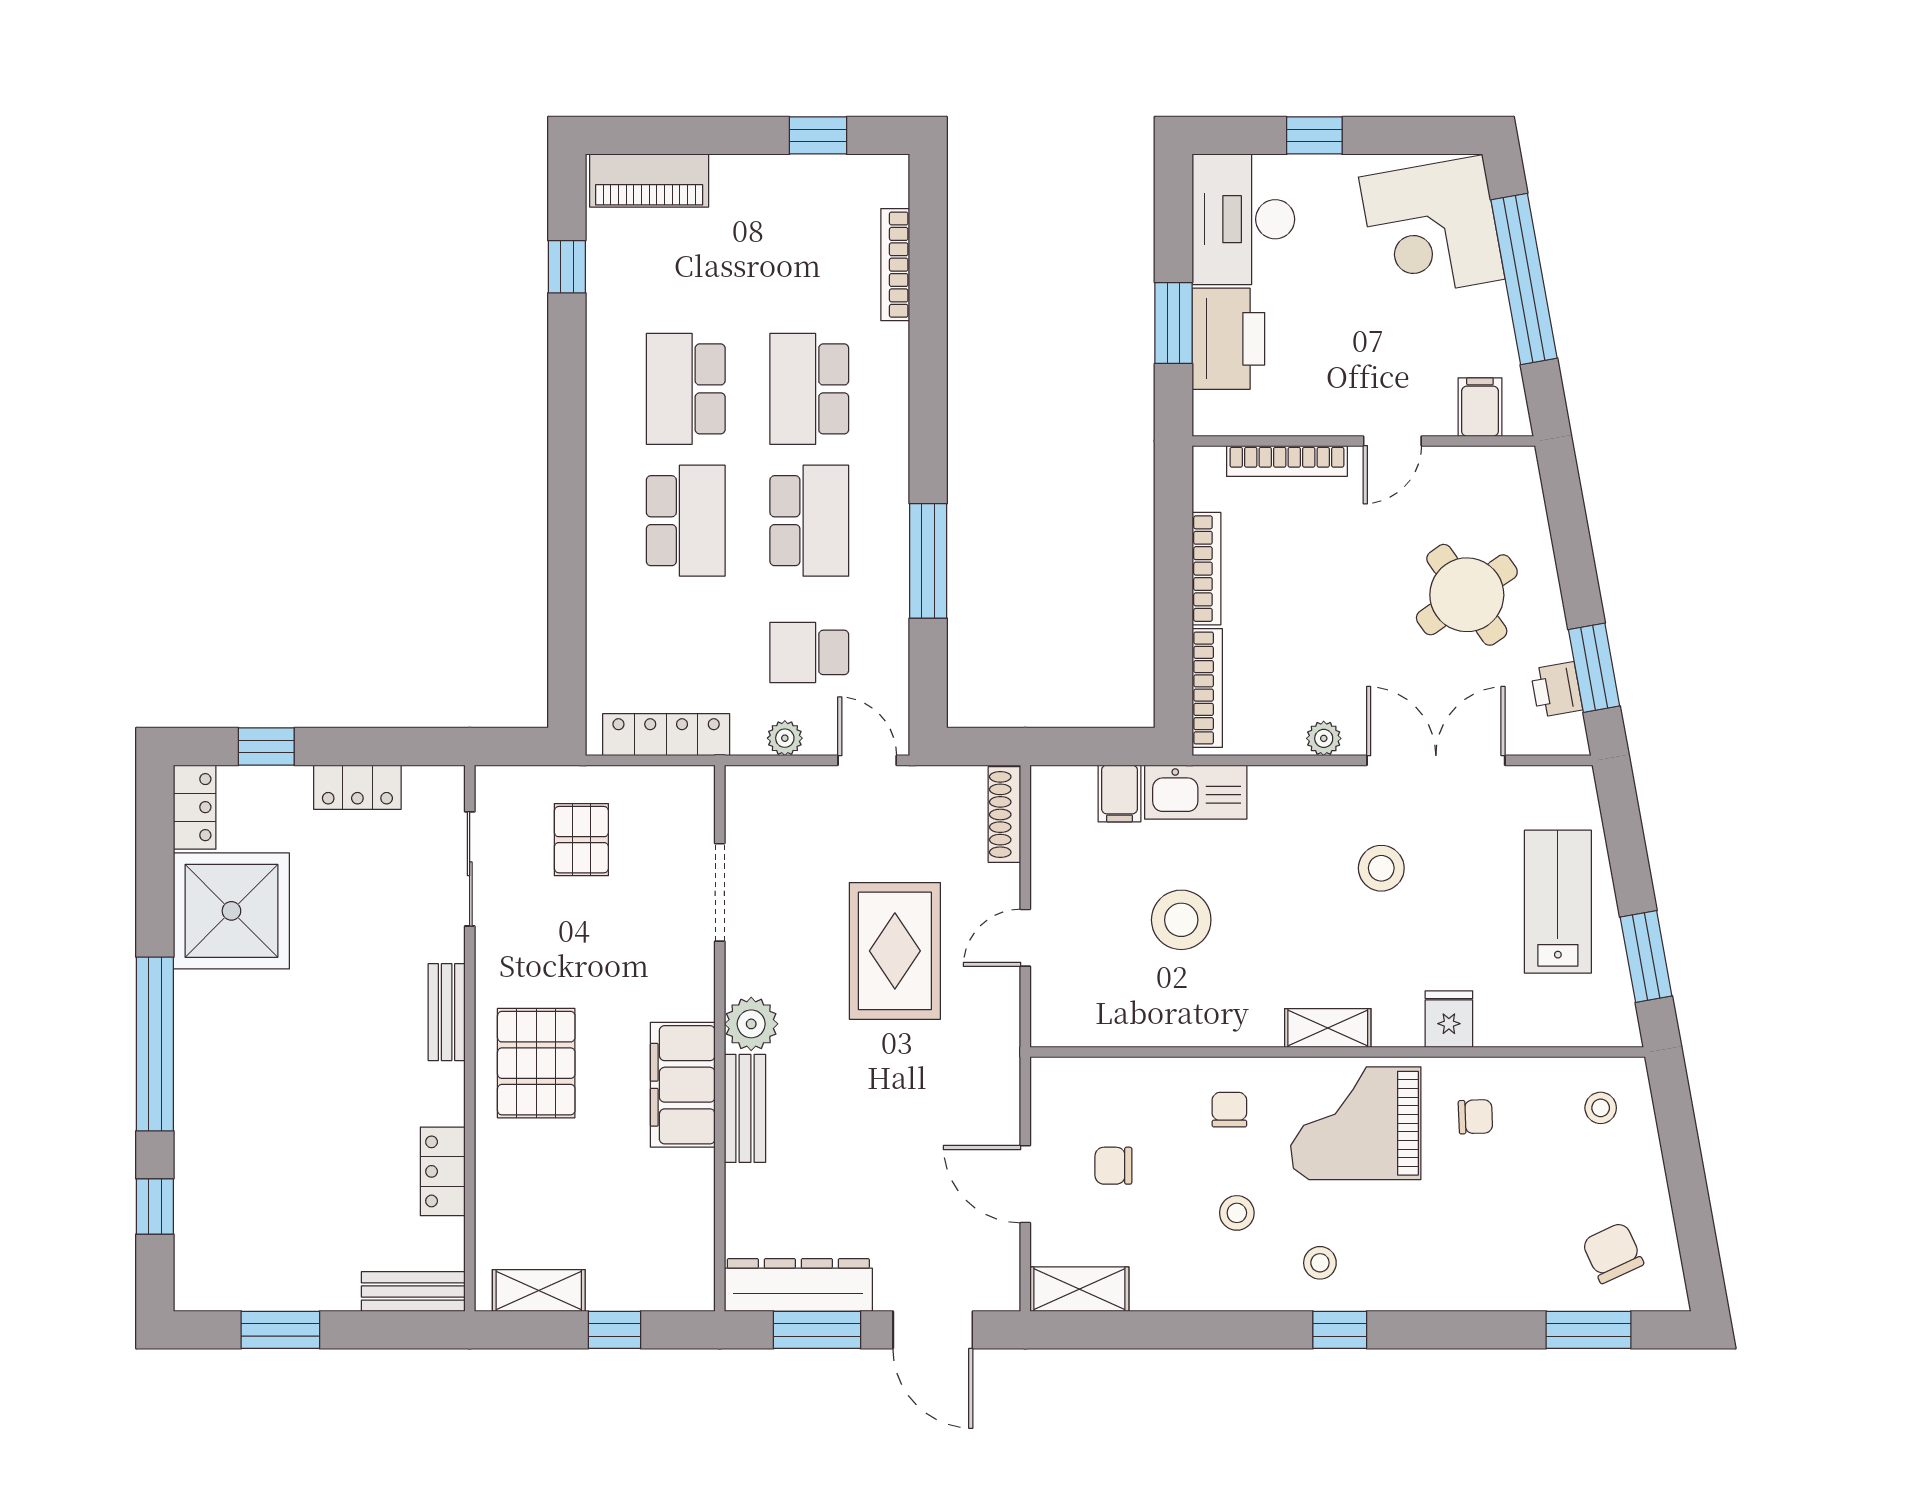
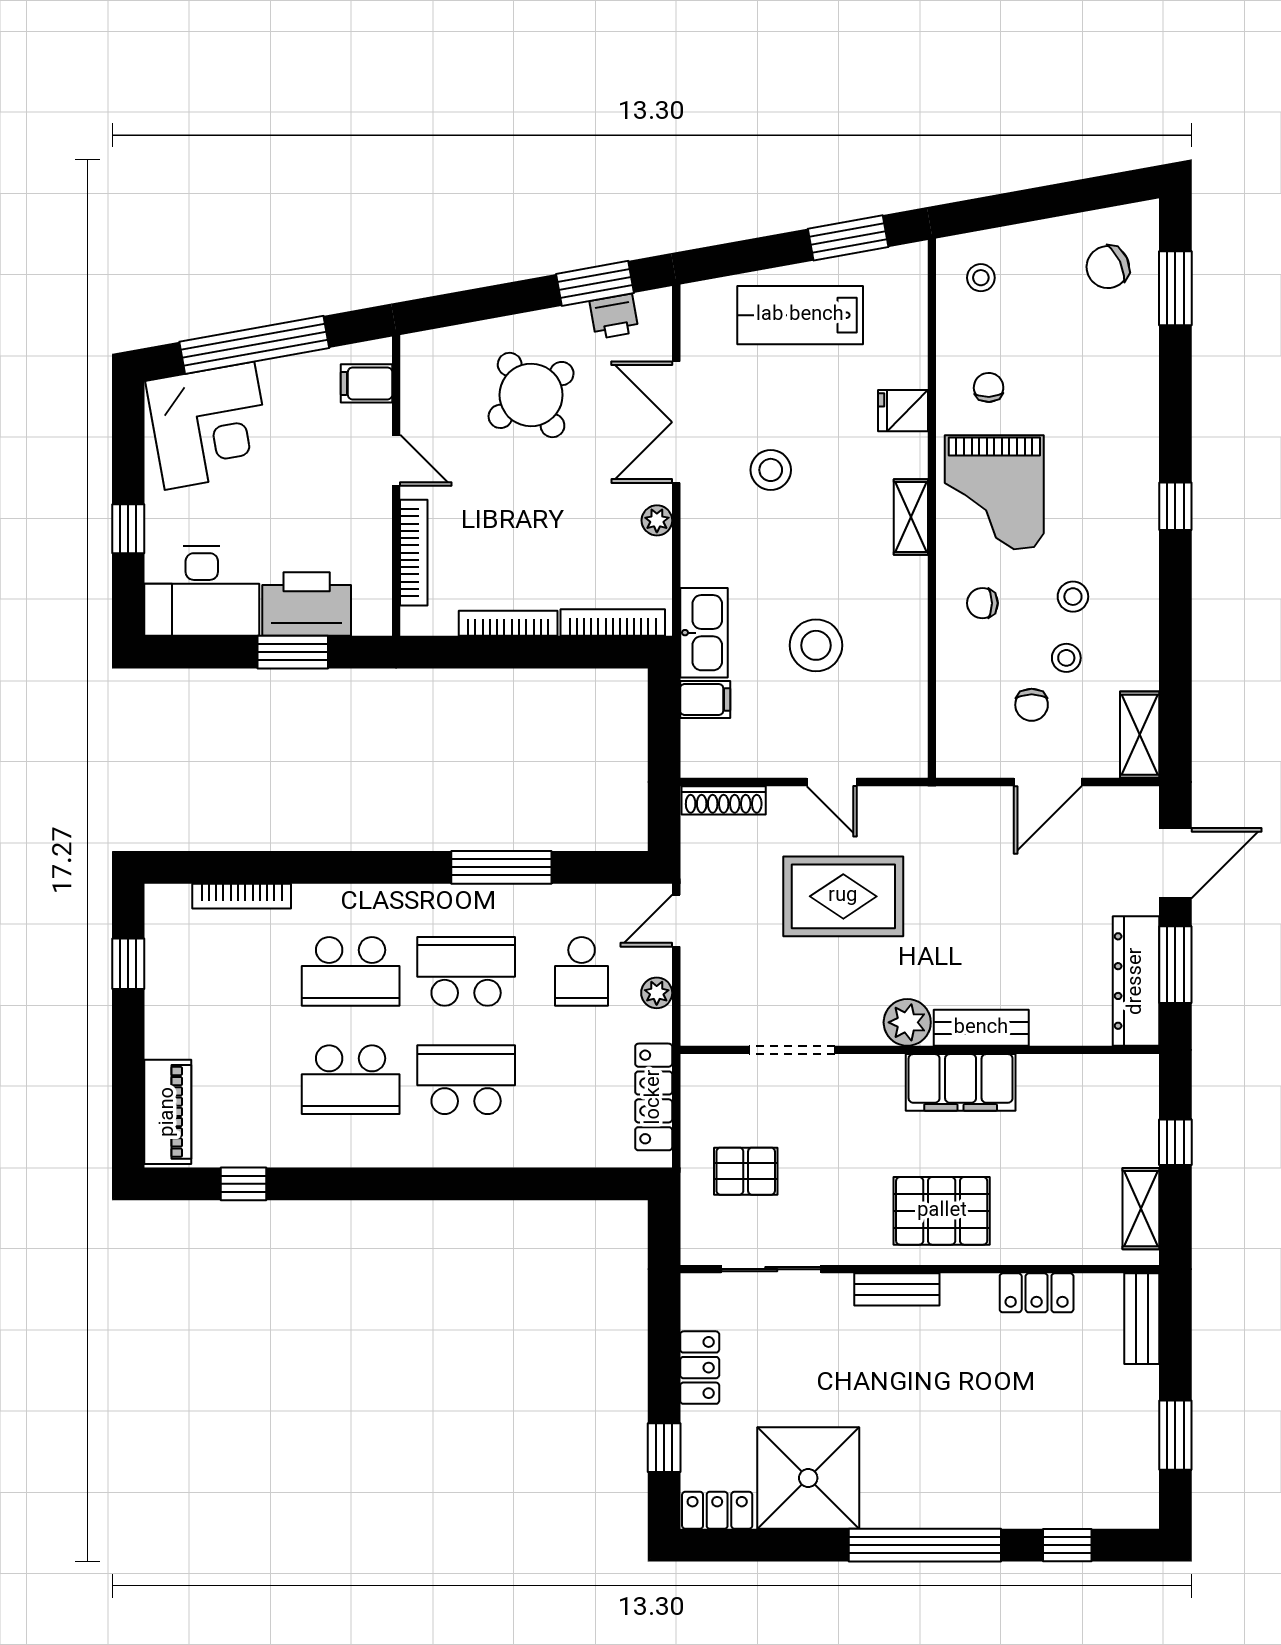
stool: (1320, 1263) -> (1066, 658), moved

